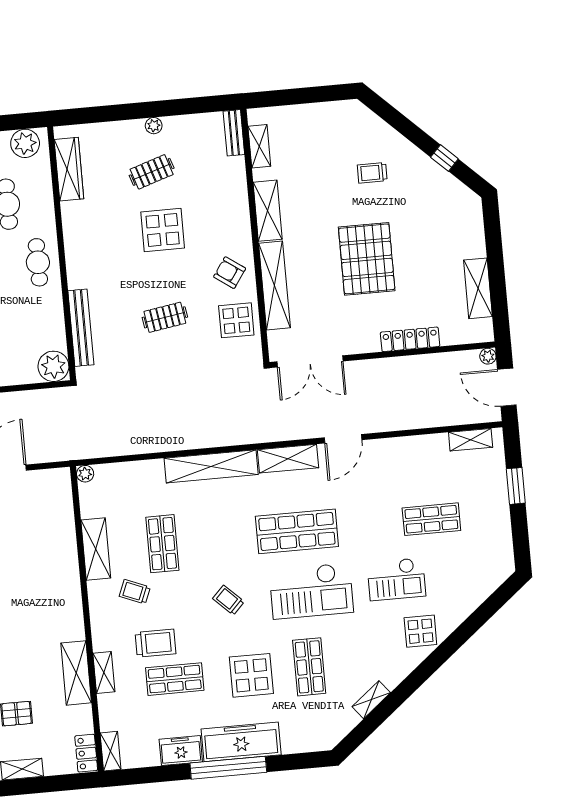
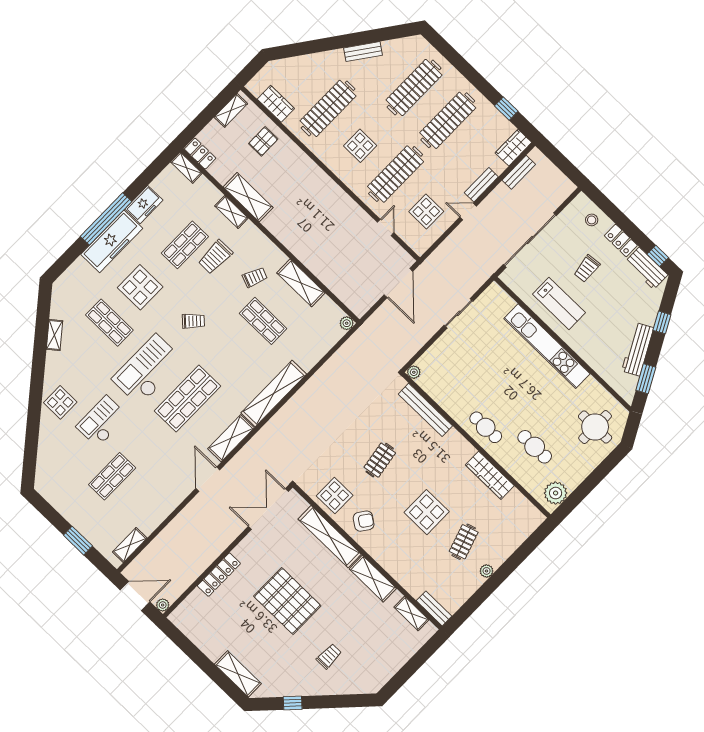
wardrobe: (69, 169) -> (490, 475), moved
shelving: (478, 288) -> (238, 674), moved
plant: (53, 366) -> (414, 372), width x0.53, depth x0.53

